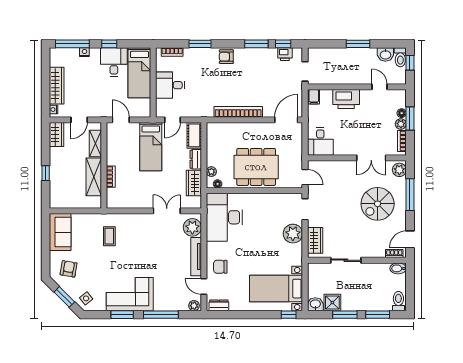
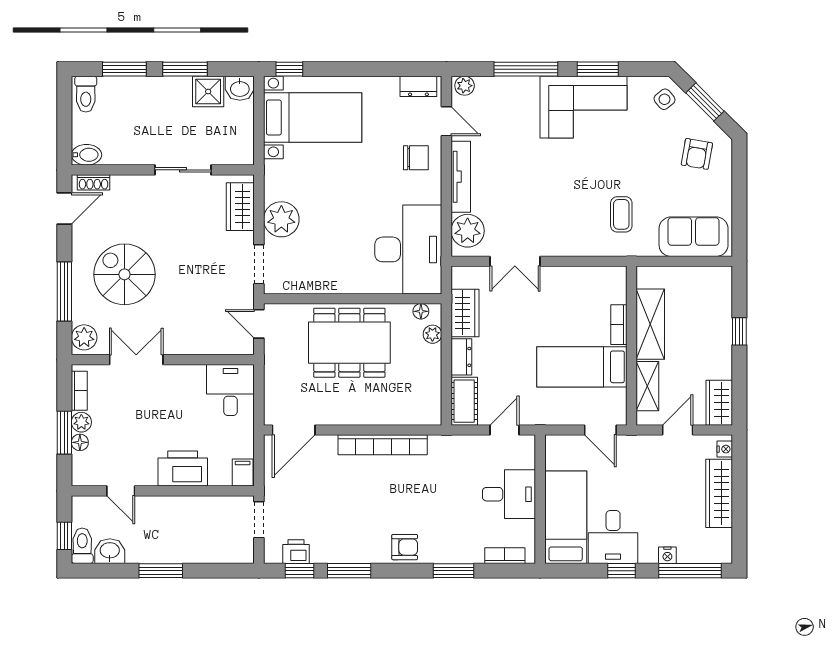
bed: (151, 147) -> (582, 367), moved, turned -90
spiral stairs: (378, 204) -> (124, 274), turned -90
sofa: (60, 232) -> (694, 237), moved, turned 90

